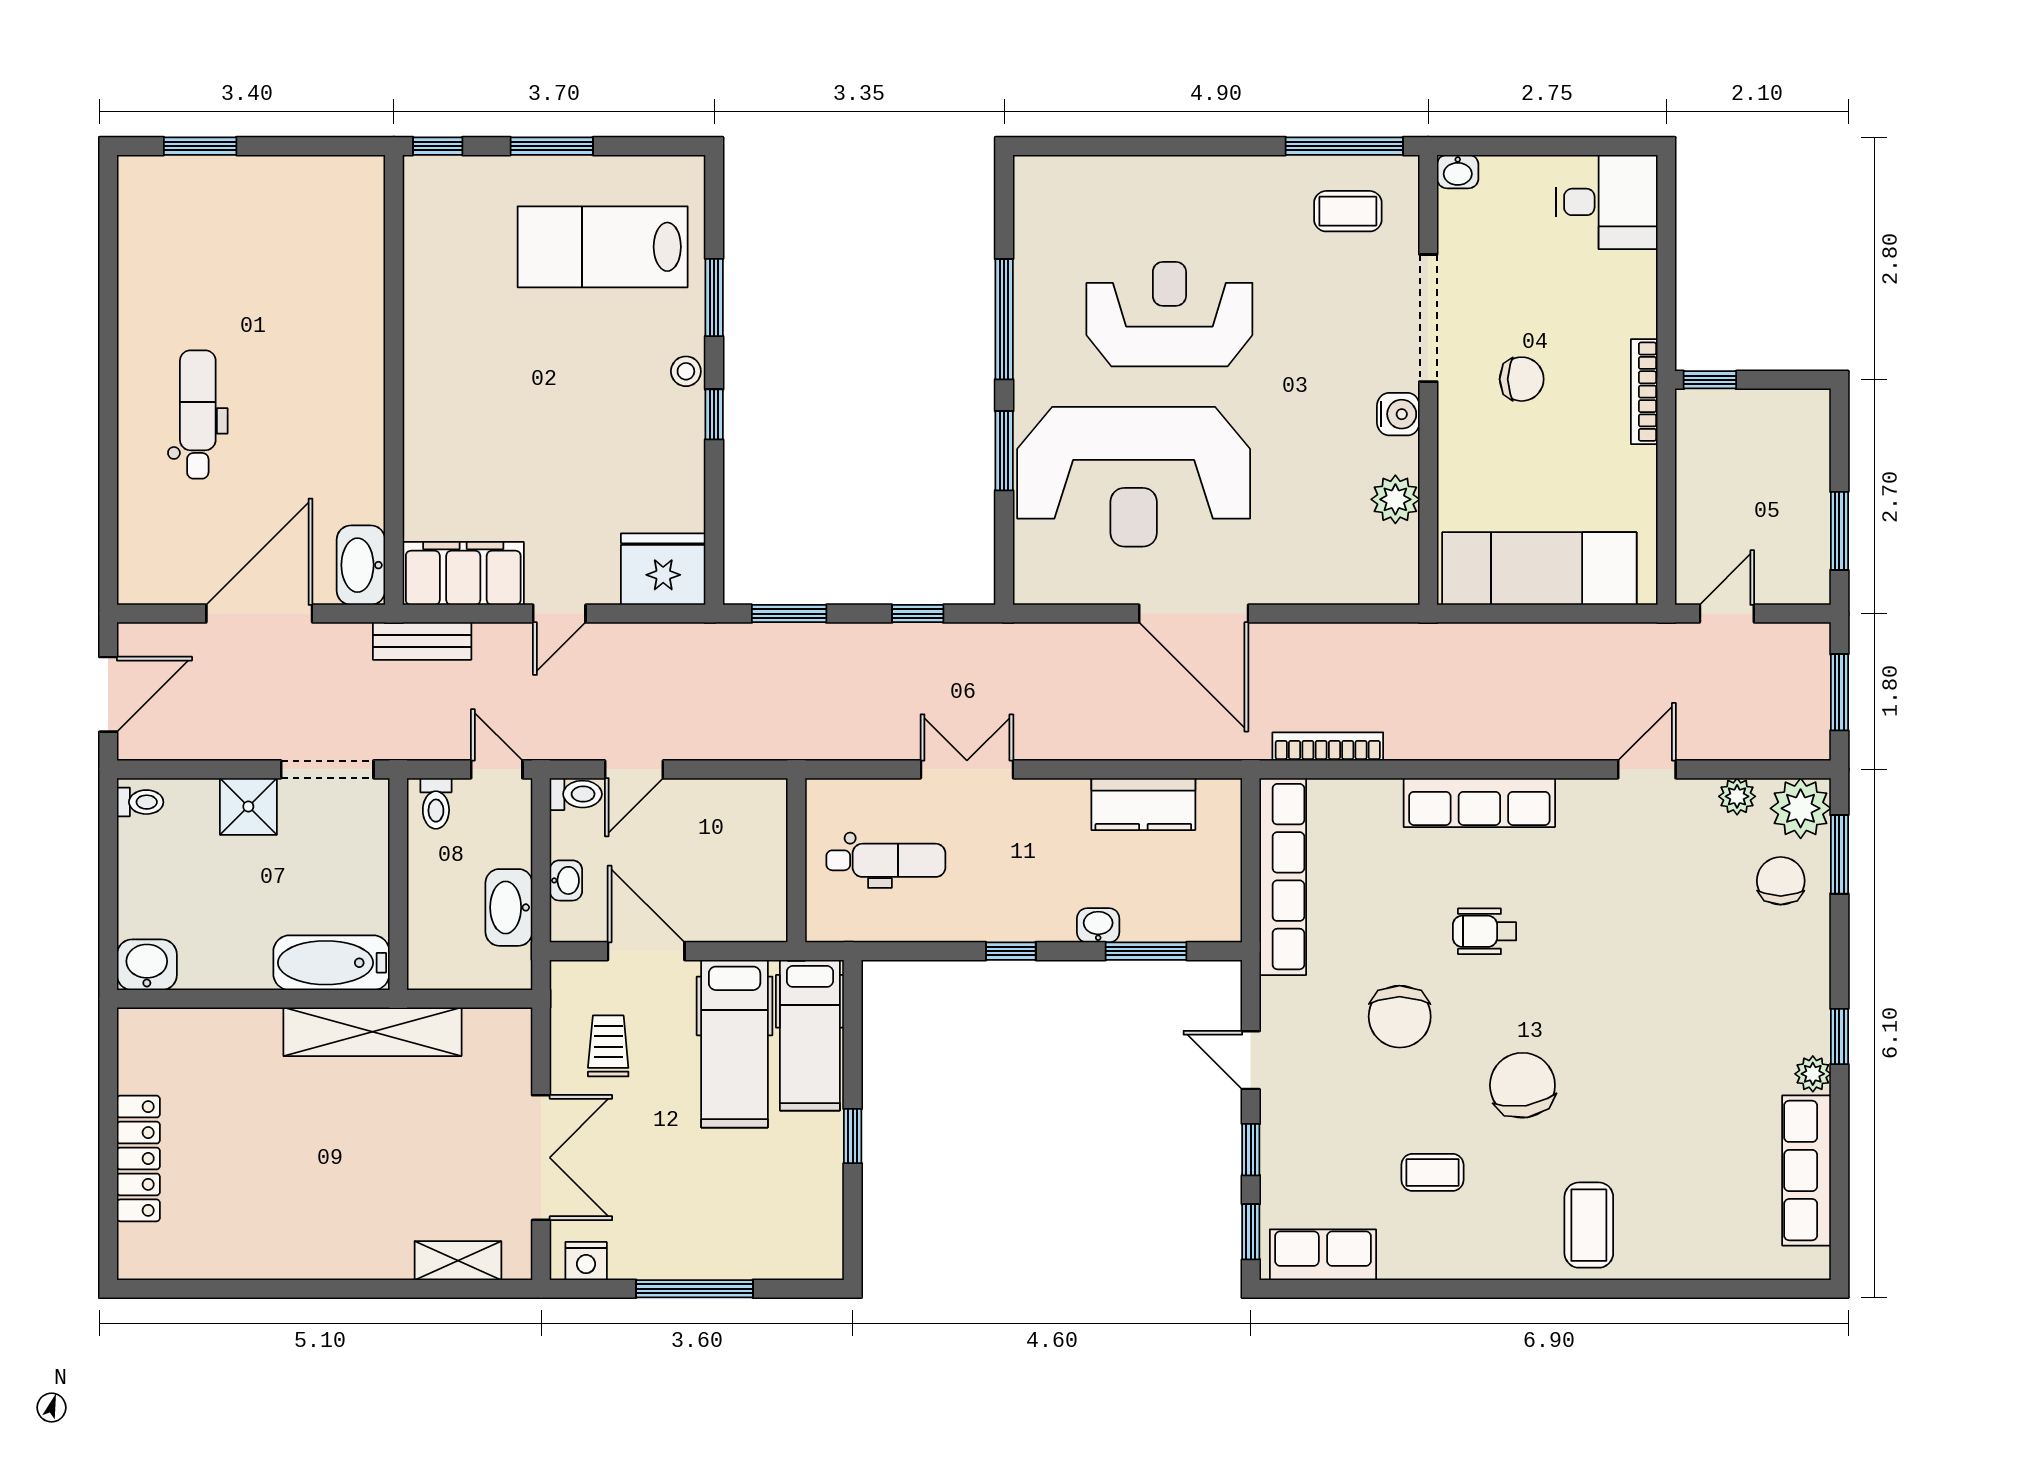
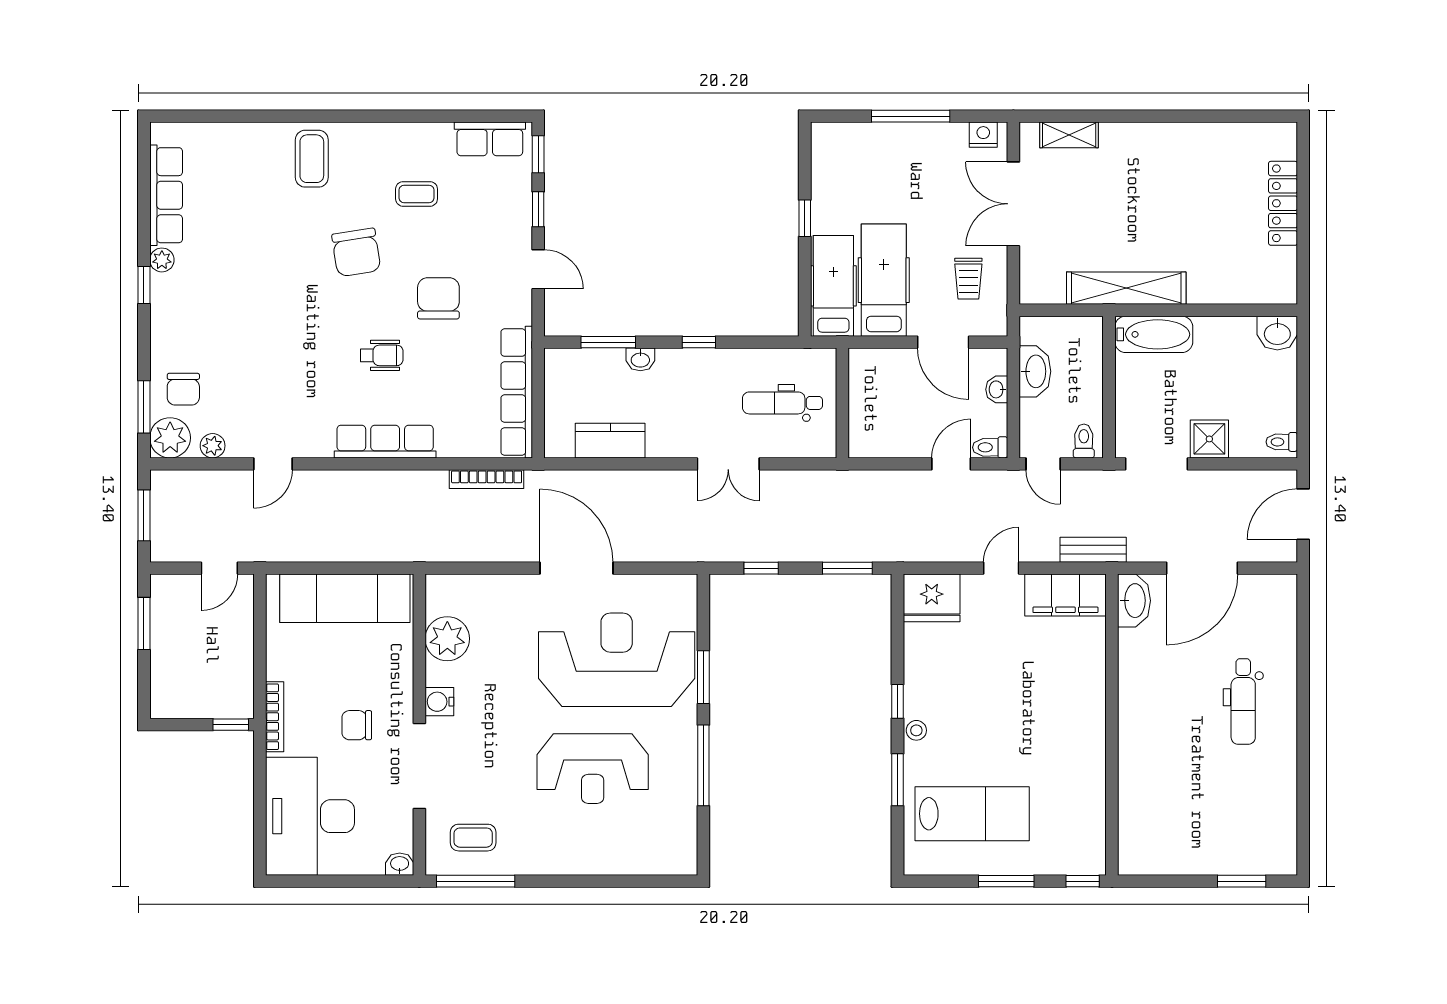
desk: (1607, 202) -> (310, 816), width x1.87, depth x1.30
plant: (1395, 499) -> (447, 639), width x1.36, depth x1.36

